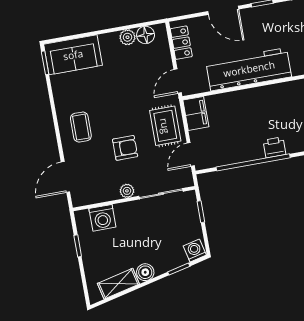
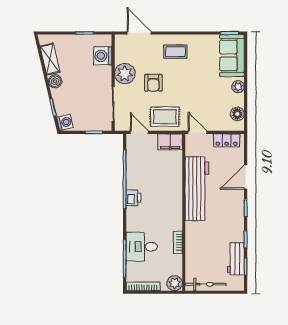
plant: (127, 37) -> (238, 87), moved
plant: (127, 191) -> (125, 74), width x1.88, depth x1.88

